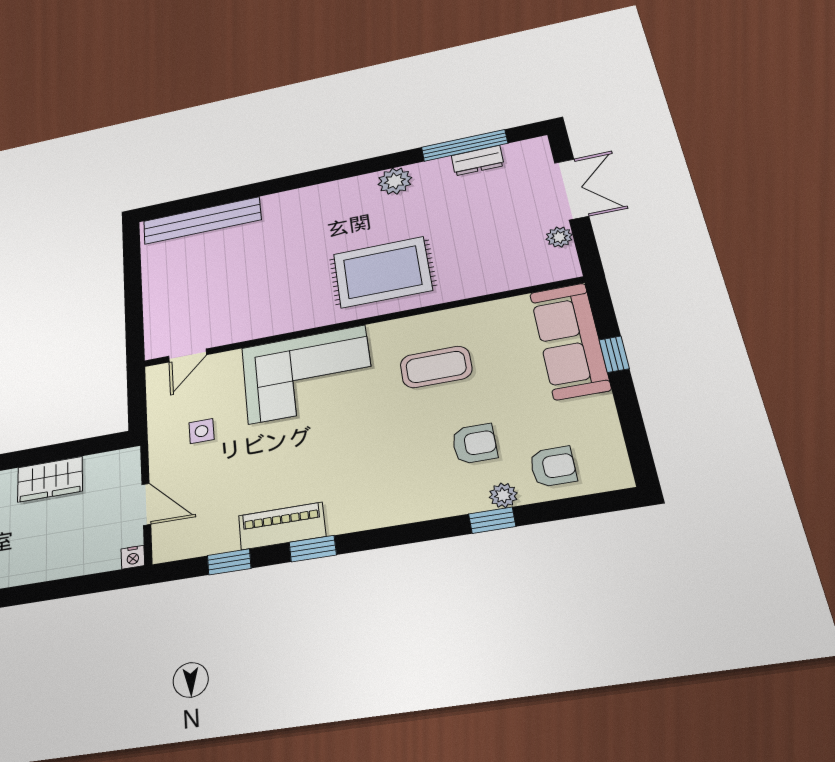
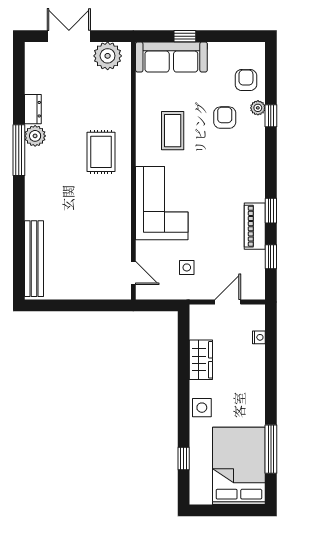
window: (464, 145) -> (19, 150), moved
dresser: (478, 161) -> (33, 109), moved
plant: (559, 237) -> (108, 56), width x1.88, depth x1.88
rug: (382, 272) -> (101, 152), width x0.73, depth x0.70
nightstand: (133, 557) -> (259, 337), moved

